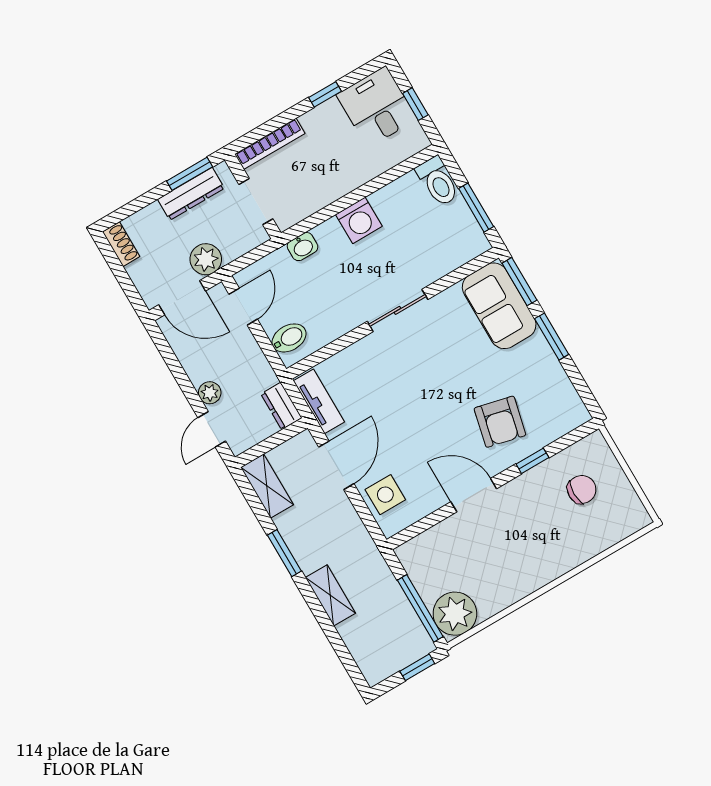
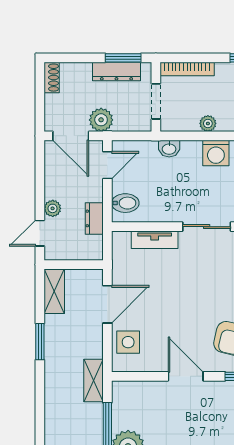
plant: (330, 192) -> (208, 123), added
tv unit: (319, 401) -> (155, 240), moved, turned 90
dresser: (281, 406) -> (94, 218), moved
shelving: (330, 595) -> (94, 380), moved

